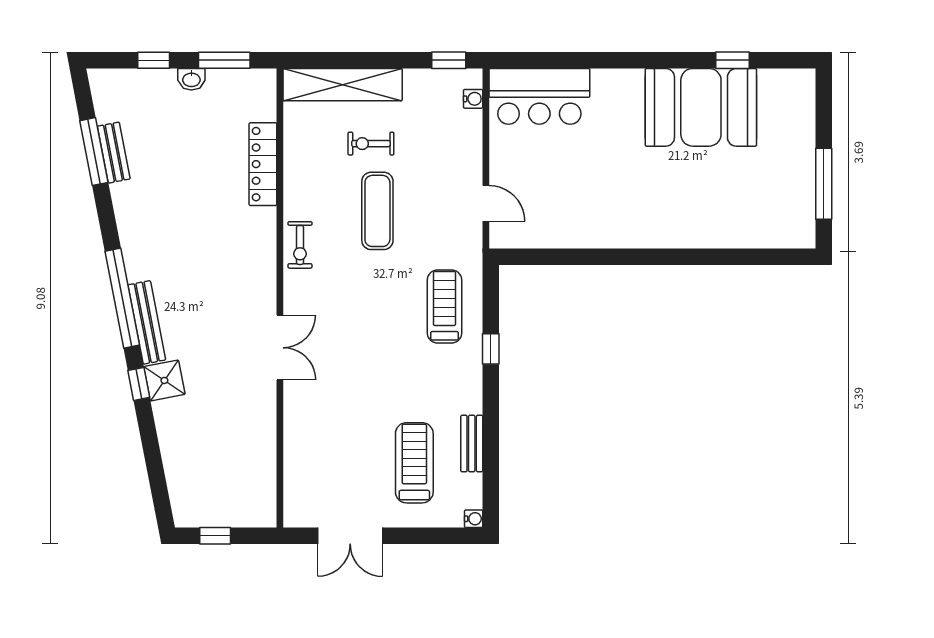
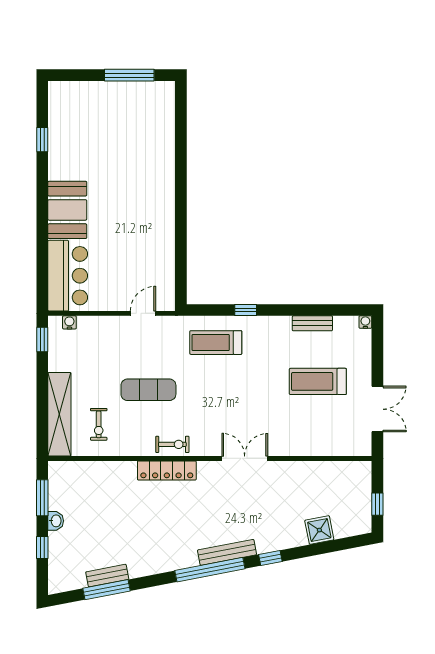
booth: (701, 107) -> (67, 210), moved, width x0.73, depth x0.70
exercise bike: (371, 144) -> (99, 424), moved
locker: (263, 164) -> (167, 470), moved
shower: (164, 380) -> (319, 530), moved
treadmill: (414, 463) -> (318, 381), moved

